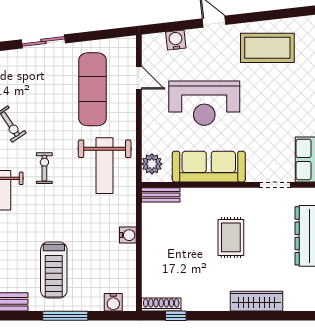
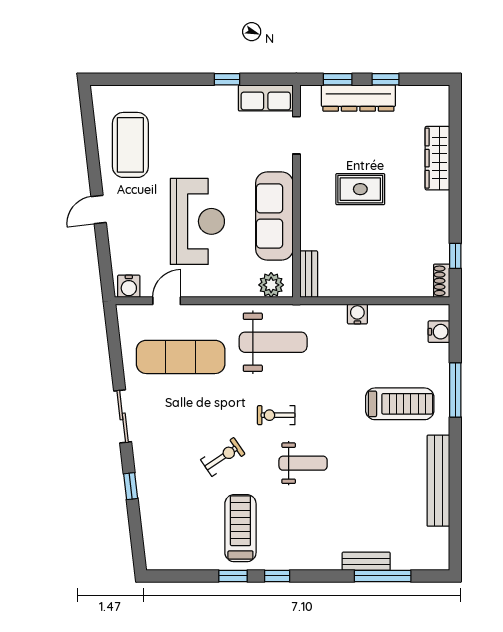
water cooler: (176, 40) -> (129, 286), moved, turned -83
shoe rack: (161, 305) -> (442, 281), width x0.70

